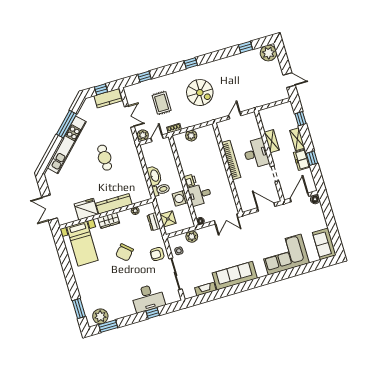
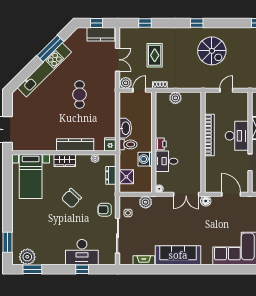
spiral stairs: (200, 93) -> (212, 51), moved
fridge: (86, 209) -> (110, 144), moved, width x0.53, depth x0.75
floor lamp: (245, 220) -> (206, 201), added

